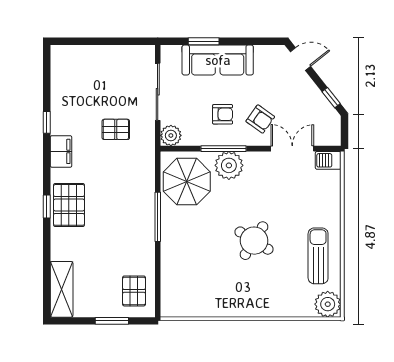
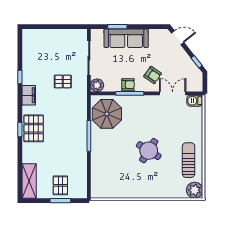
armchair: (223, 114) -> (128, 85), moved
plant: (229, 165) -> (133, 104), removed
pallet: (134, 291) -> (60, 185), moved

